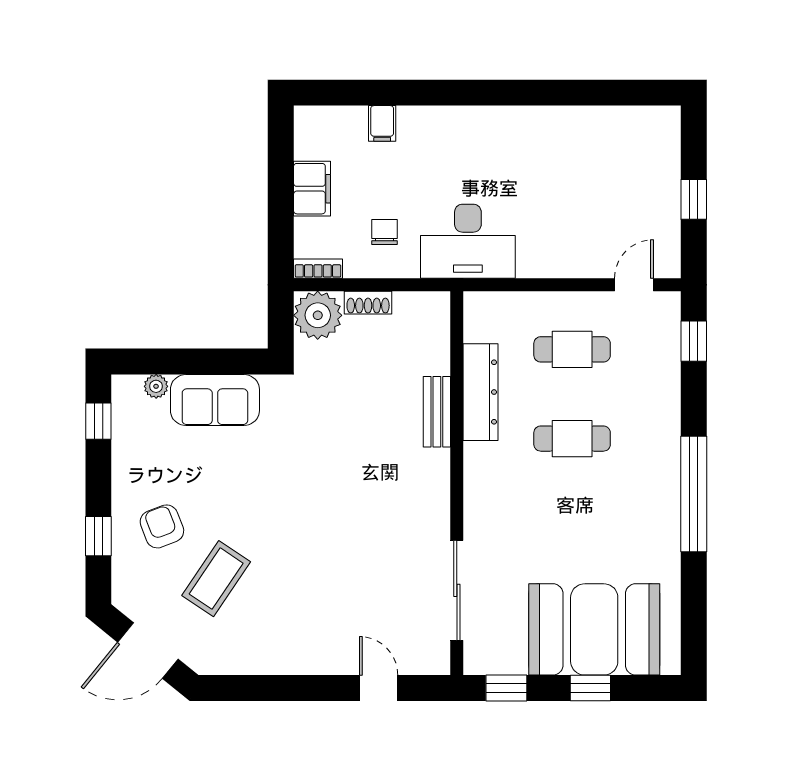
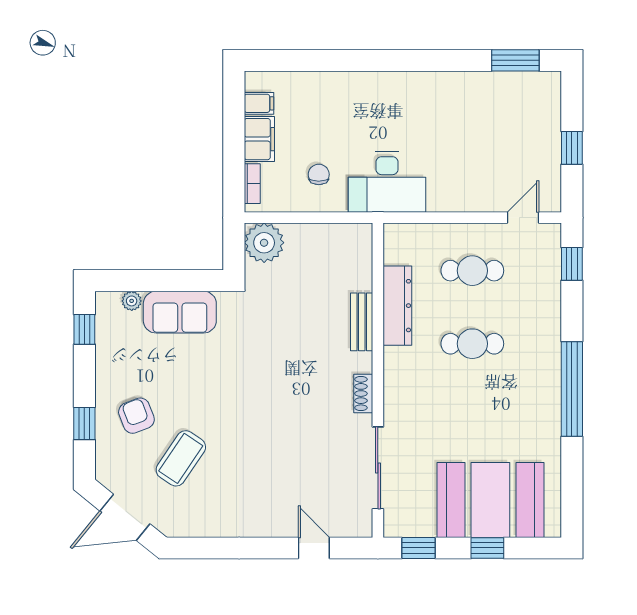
window: (625, 93) -> (515, 60), added
filing cabinet: (382, 123) -> (259, 103), moved, turned -90
bookcase: (318, 269) -> (252, 184), moved, turned 90
shoe rack: (368, 303) -> (363, 394), moved, turned 90

